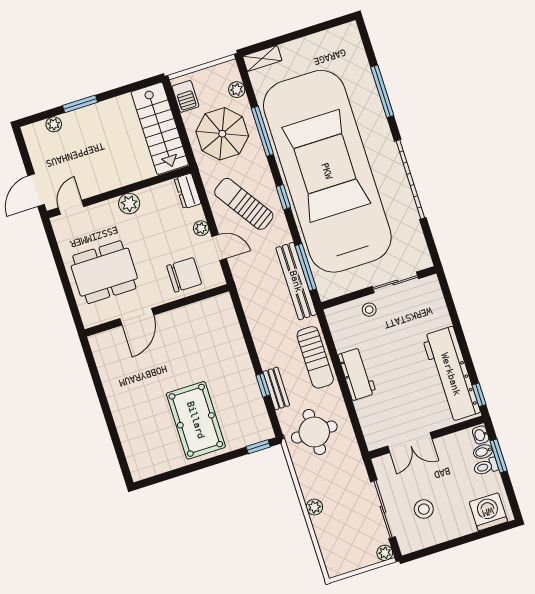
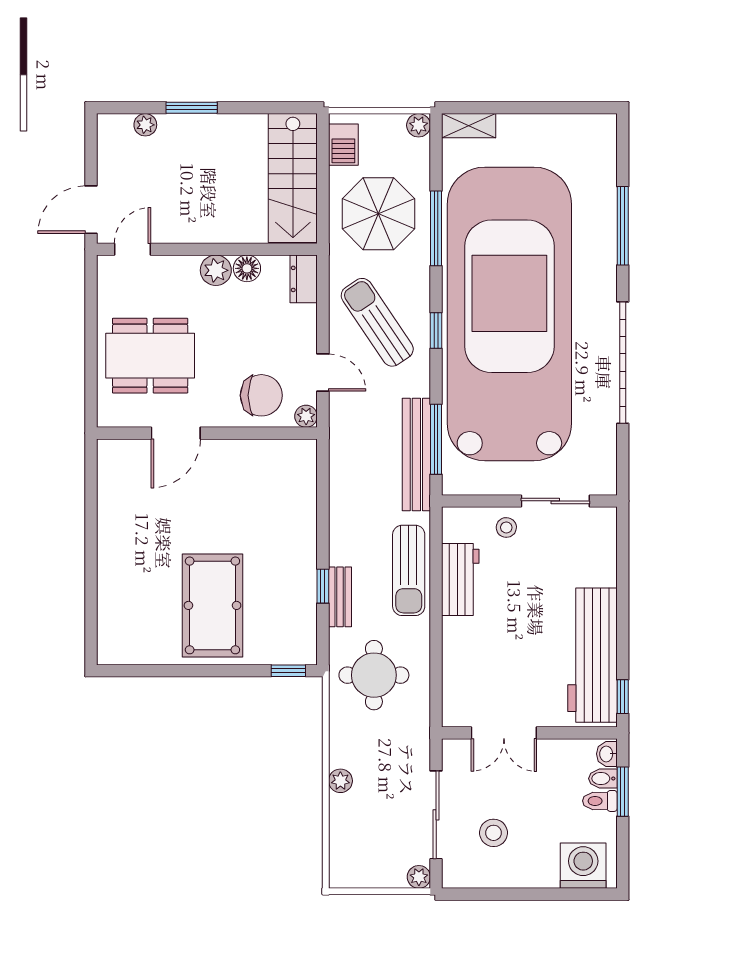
plant: (237, 90) -> (419, 125), moved
floor lamp: (149, 196) -> (247, 268), added
plant: (201, 228) -> (306, 416), moved
workbench: (357, 374) -> (460, 579), moved

